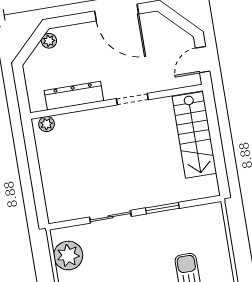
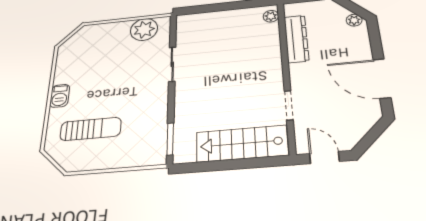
door: (117, 12) -> (382, 79), hinge flipped
doorway: (132, 99) -> (289, 105), moved
window: (162, 208) -> (170, 139), moved

